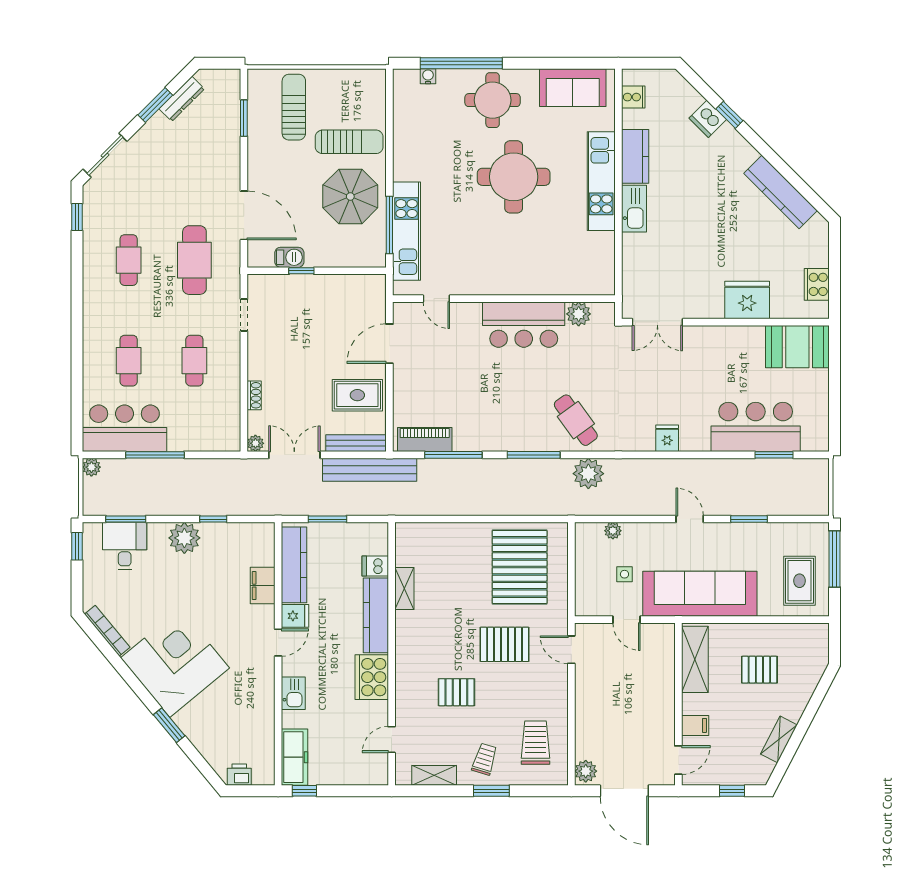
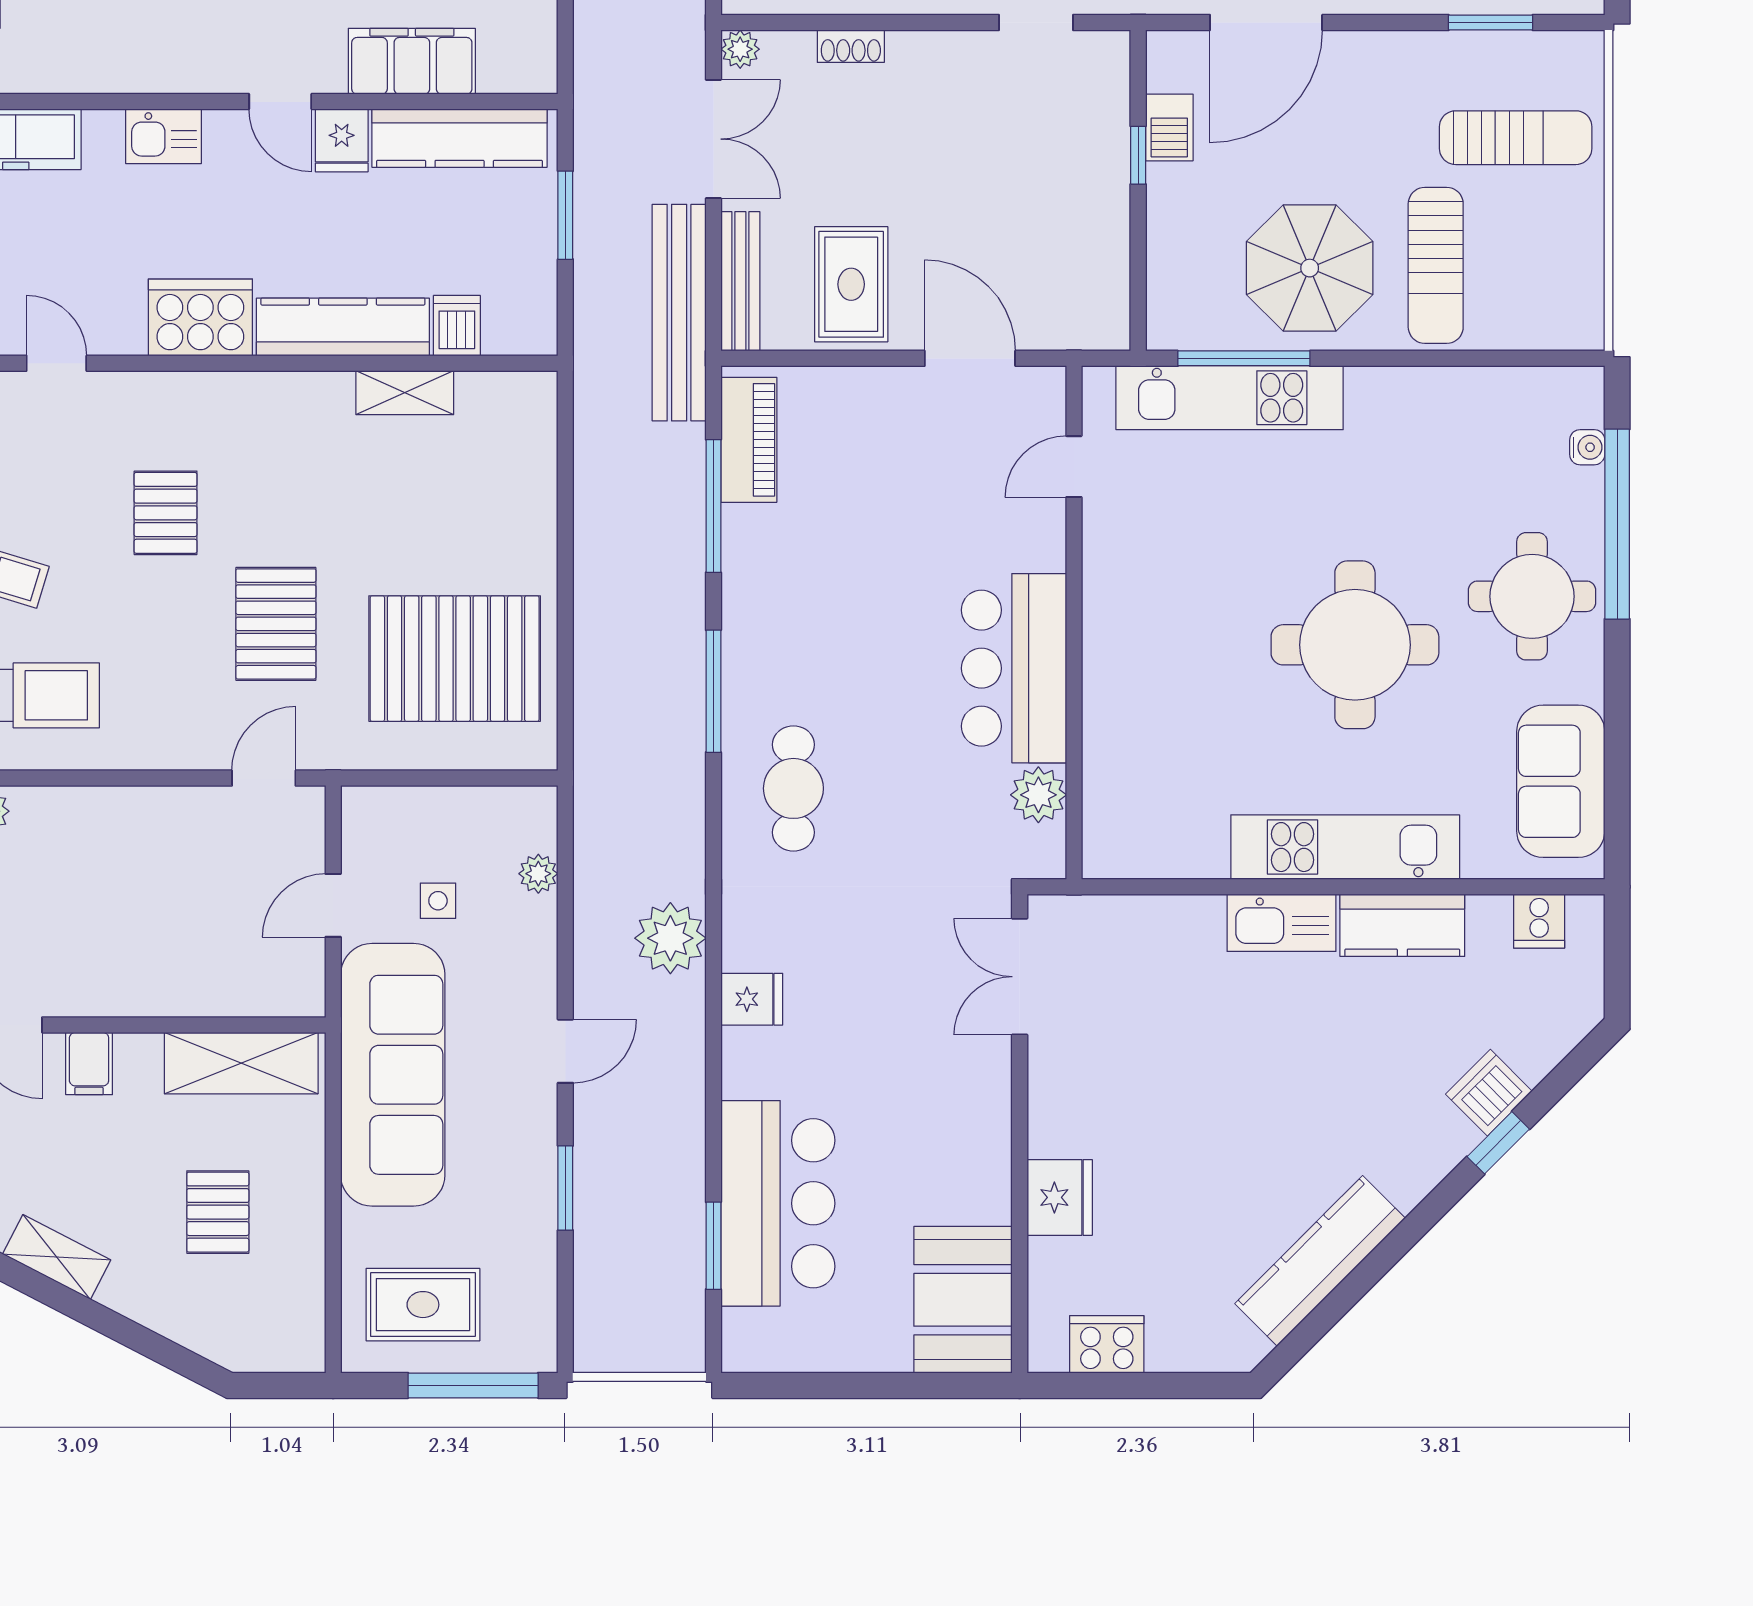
fridge: (747, 300) -> (1060, 1197), width x0.73, depth x0.75
cafe table: (576, 420) -> (793, 788), turned -54
plant: (588, 474) -> (670, 938), moved
filing cabinet: (263, 586) -> (412, 61), width x1.50, depth x1.17

